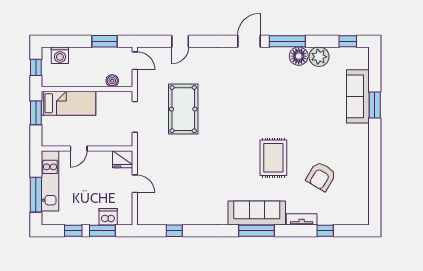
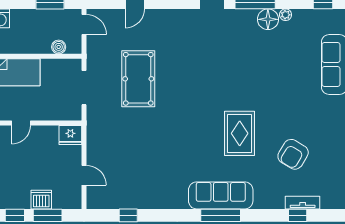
plant: (319, 57) -> (286, 15), width x0.53, depth x0.53
door: (135, 184) -> (84, 175), moved
dishwasher: (108, 217) -> (41, 200), moved
tv unit: (302, 219) -> (303, 203), moved

